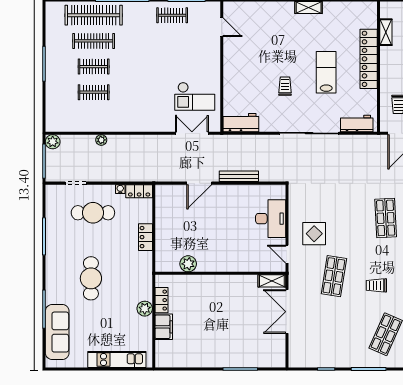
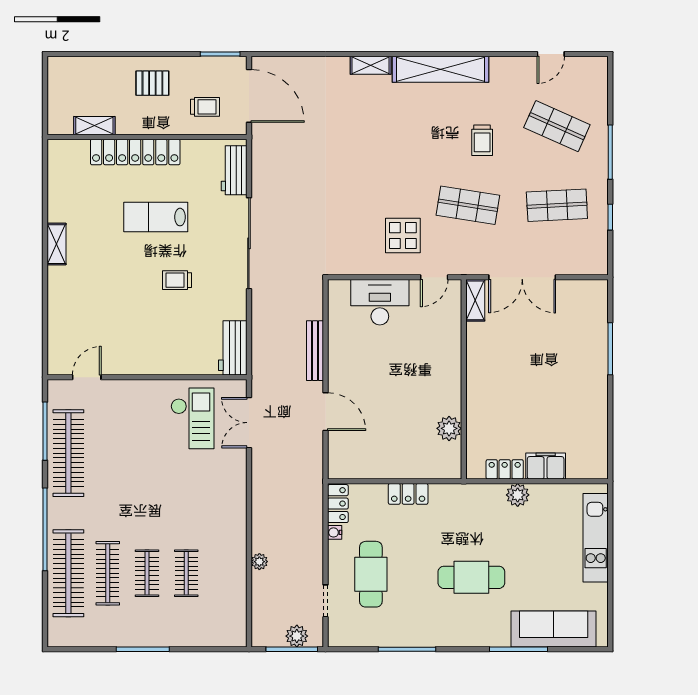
clothes rail: (172, 15) -> (68, 453), width x1.86, depth x1.31
plant: (53, 142) -> (297, 636), moved
shop shelf: (386, 218) -> (557, 205), moved

